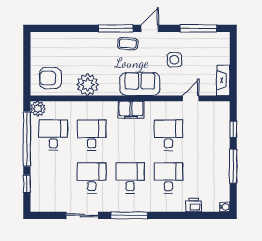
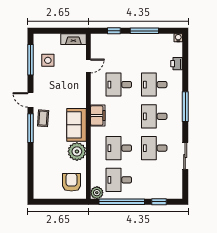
side table: (174, 60) -> (48, 60), moved
armchair: (50, 78) -> (71, 182), turned 180
sofa: (140, 84) -> (76, 125), moved
door: (191, 98) -> (88, 66), swing flipped
window: (129, 215) -> (185, 107), moved

